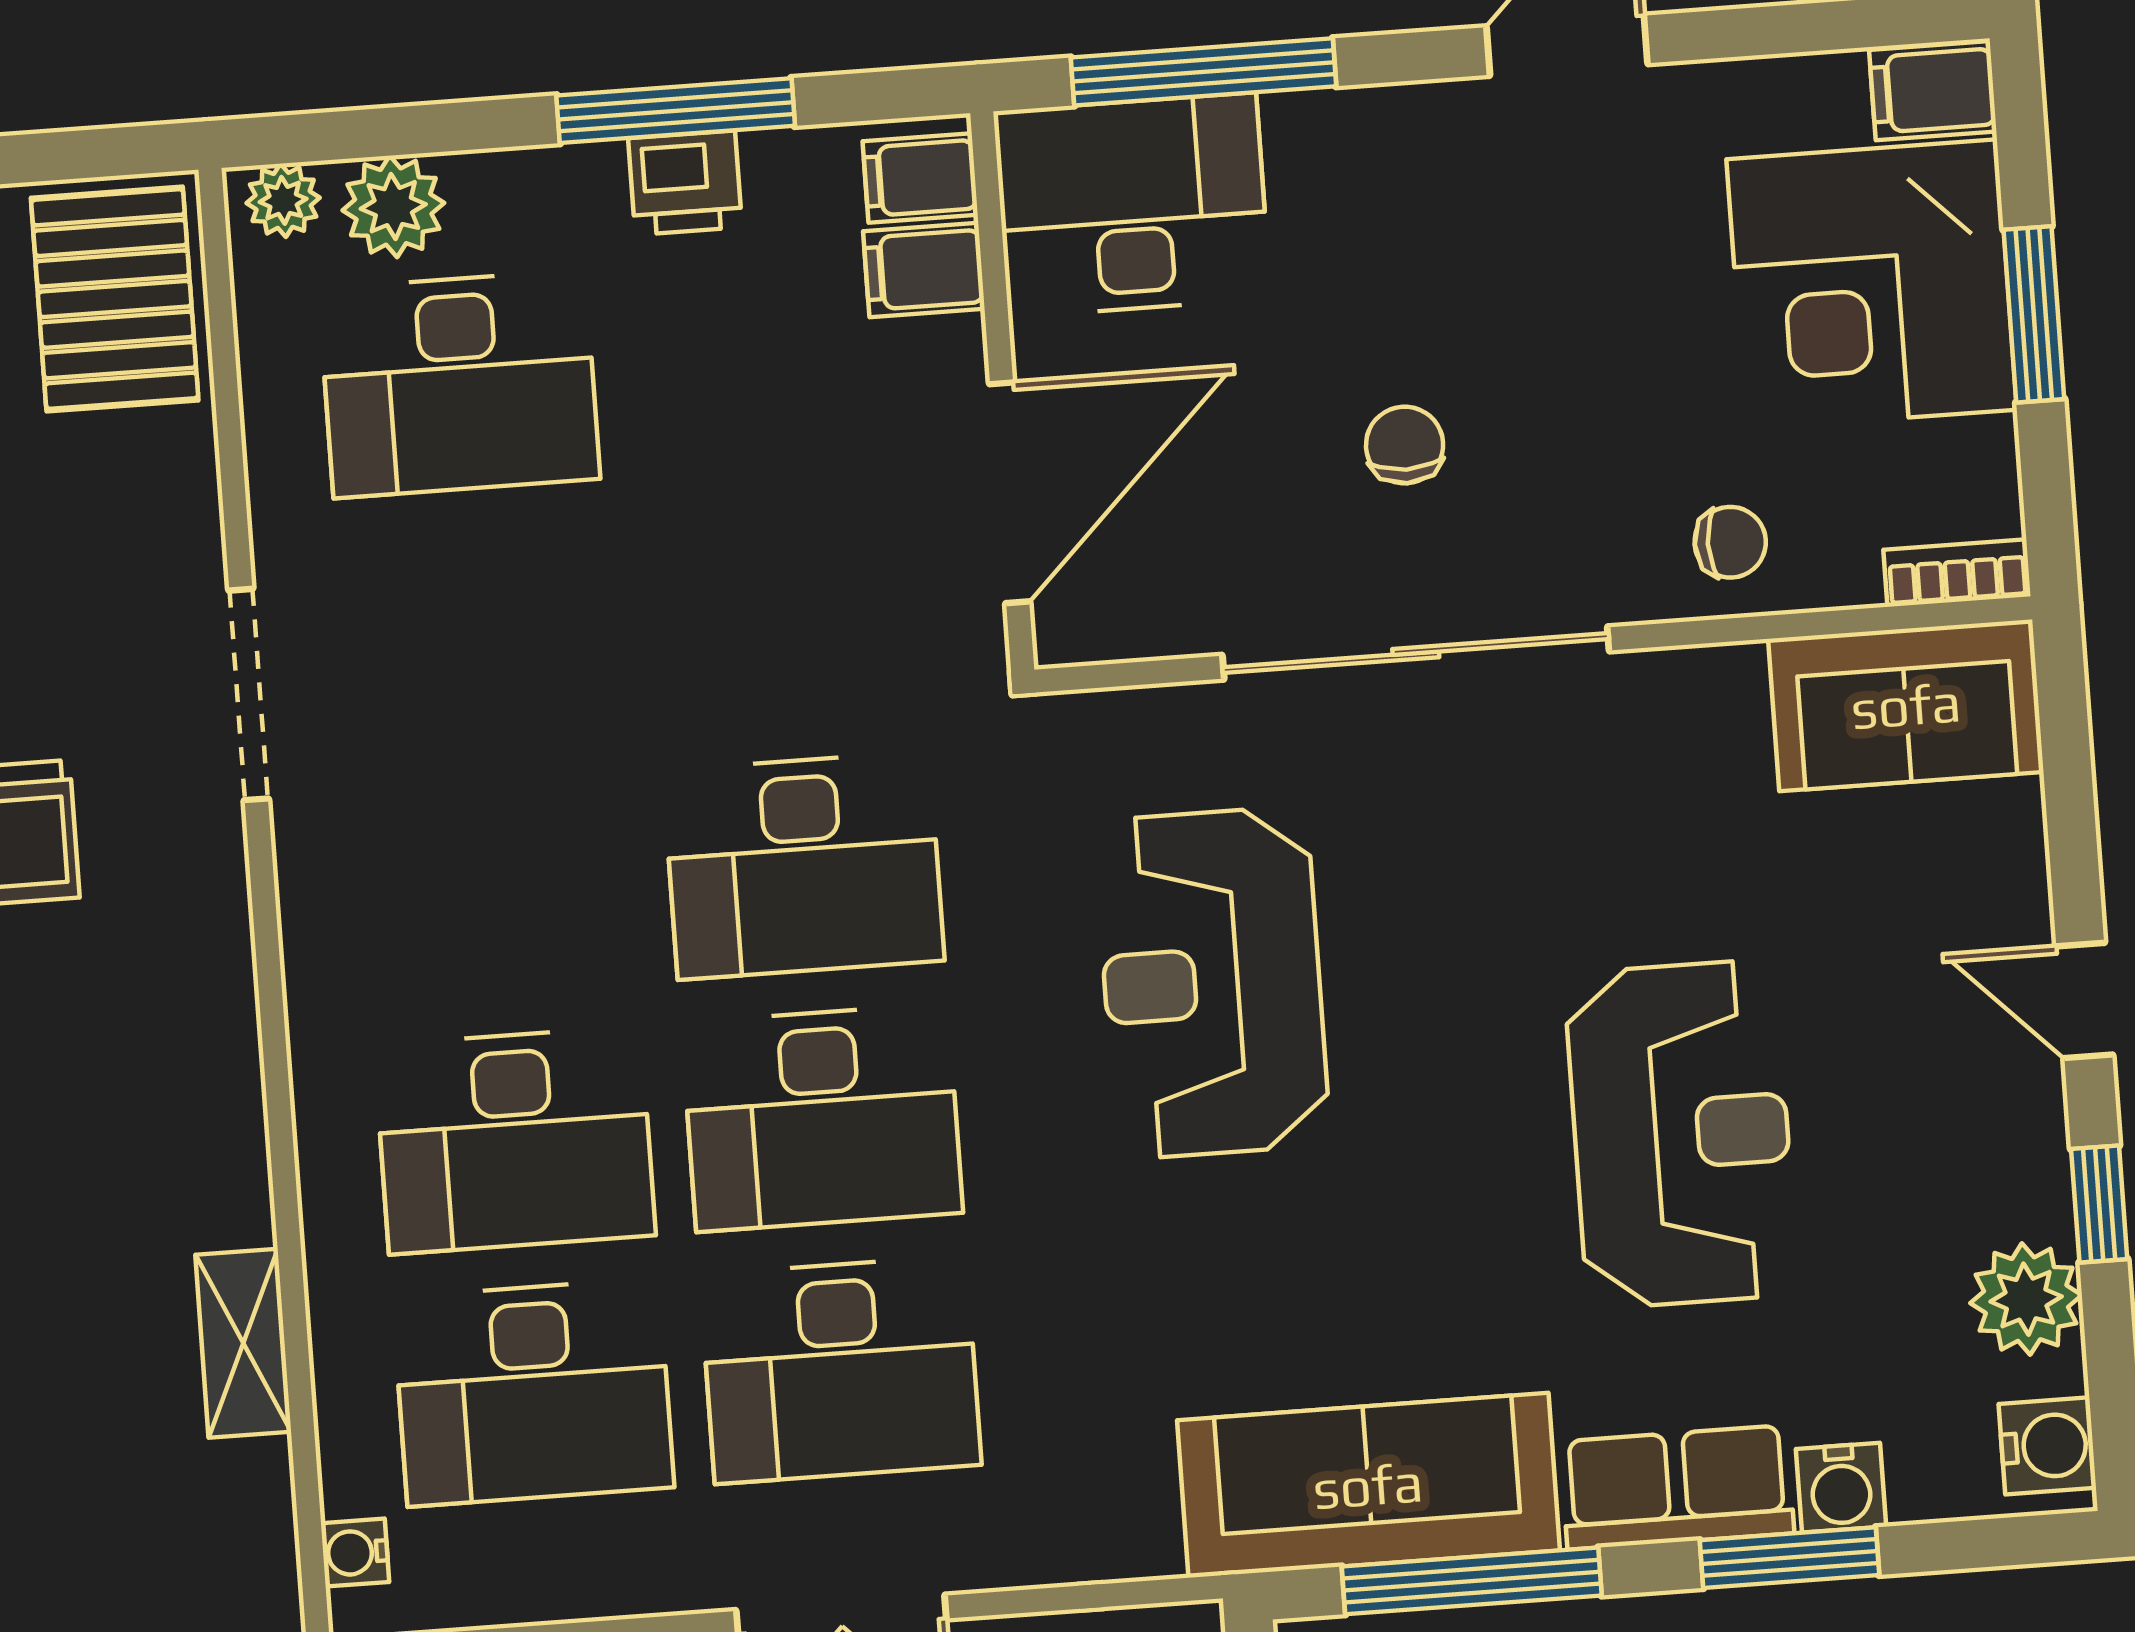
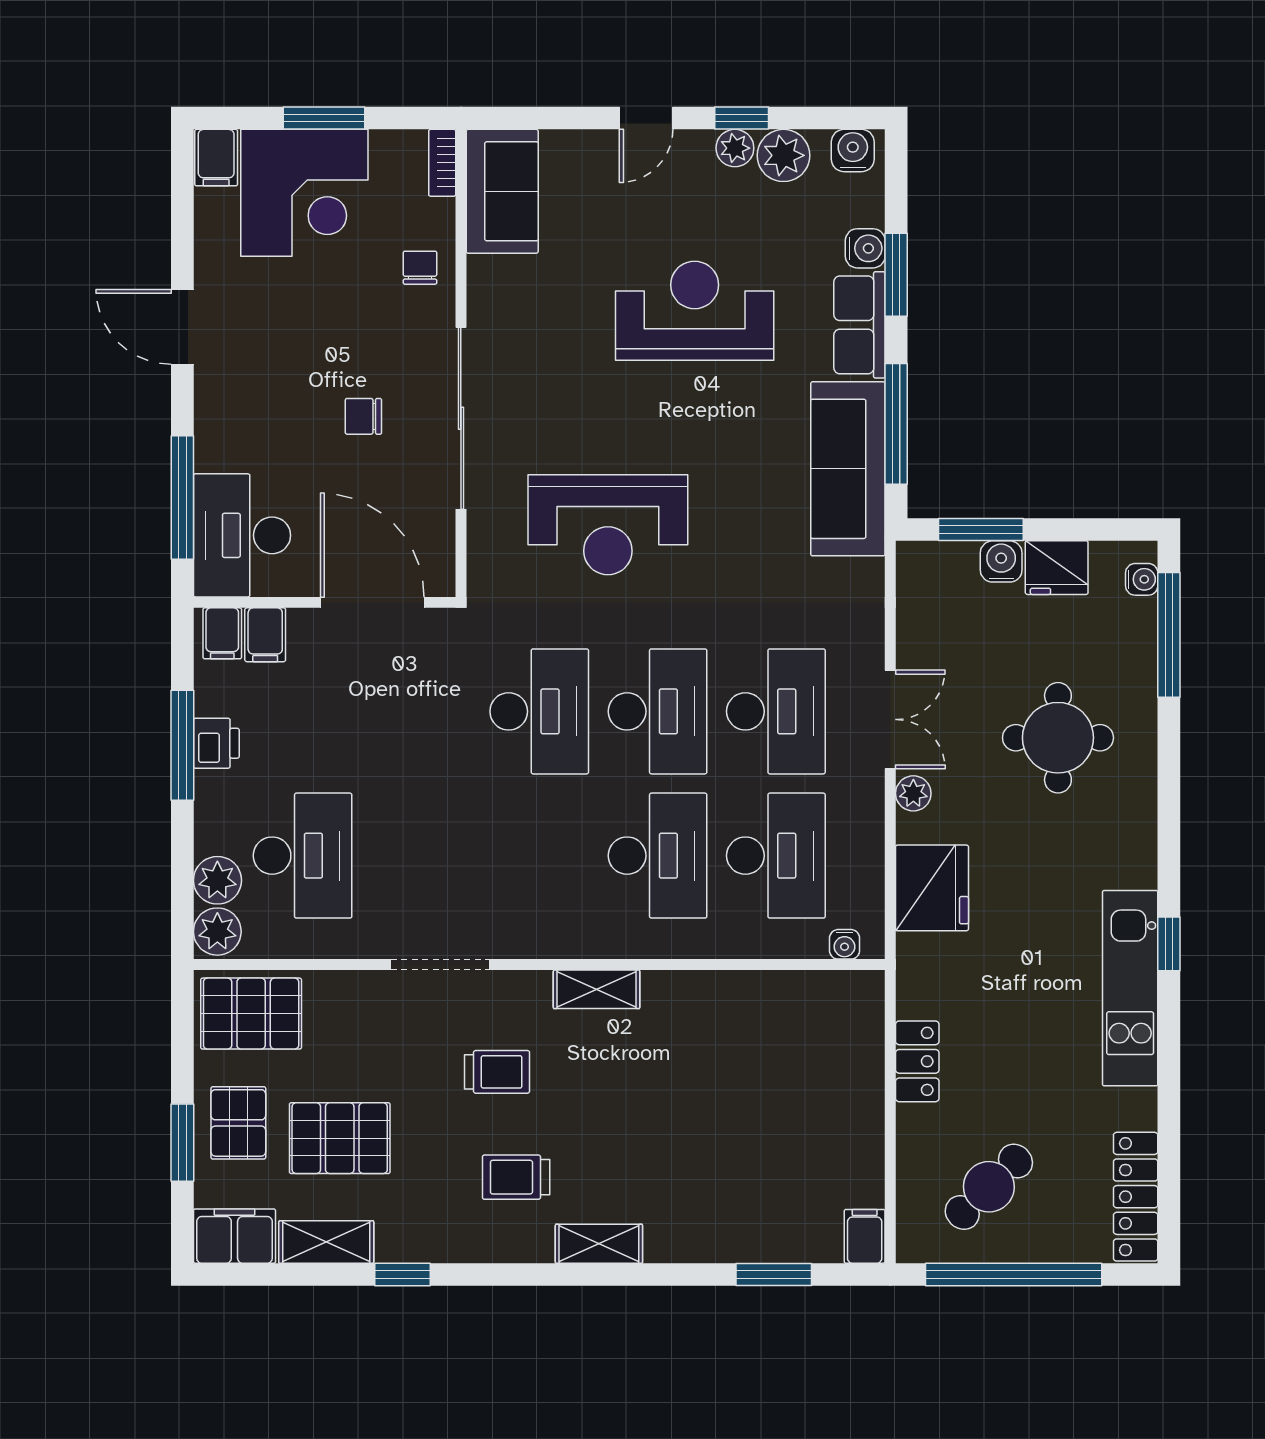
plant: (283, 200) -> (217, 932), width x1.38, depth x1.38
plant: (2034, 1194) -> (735, 148), added
shelving: (243, 1343) -> (597, 989), moved

